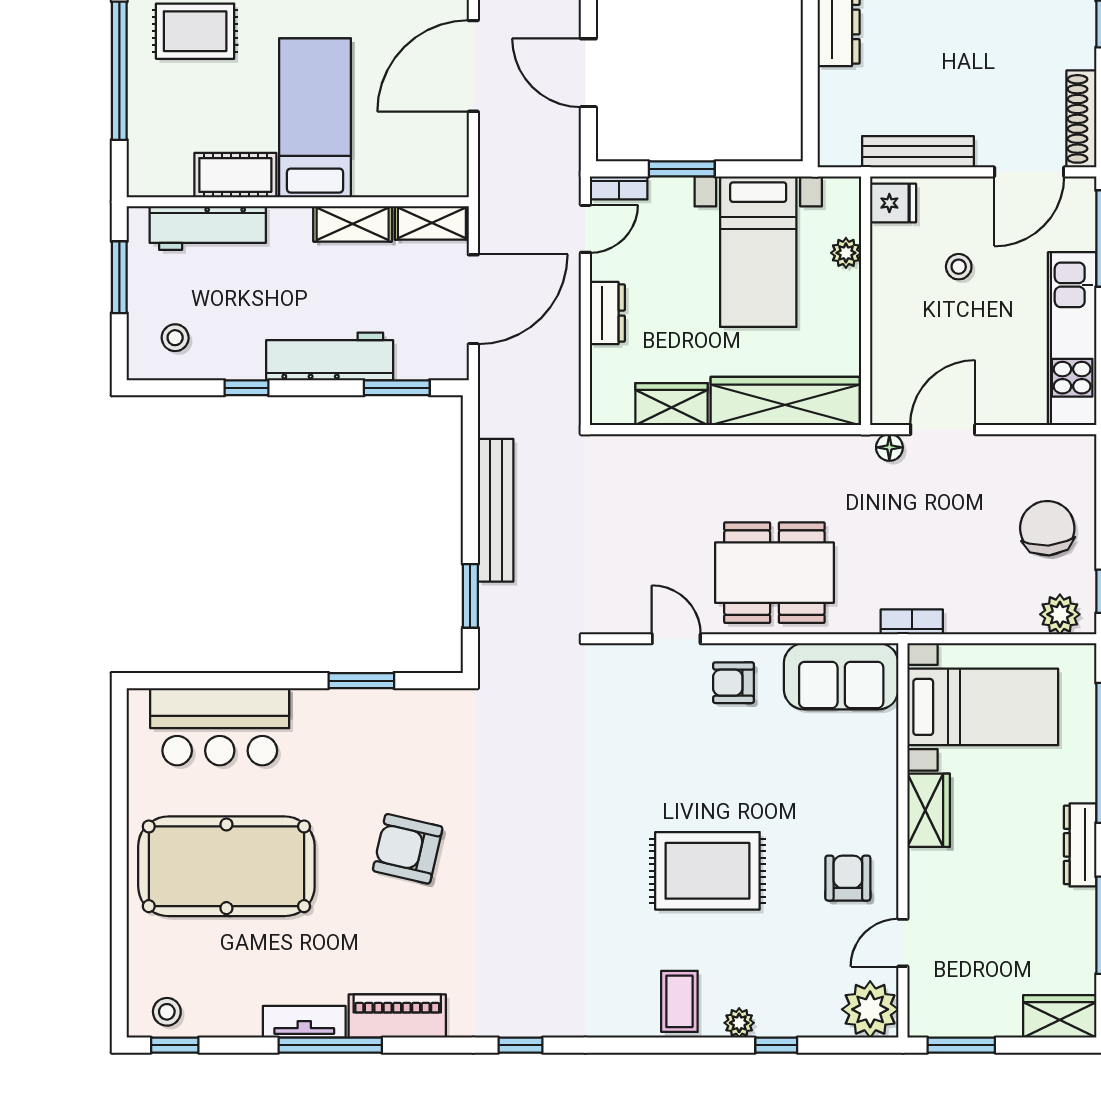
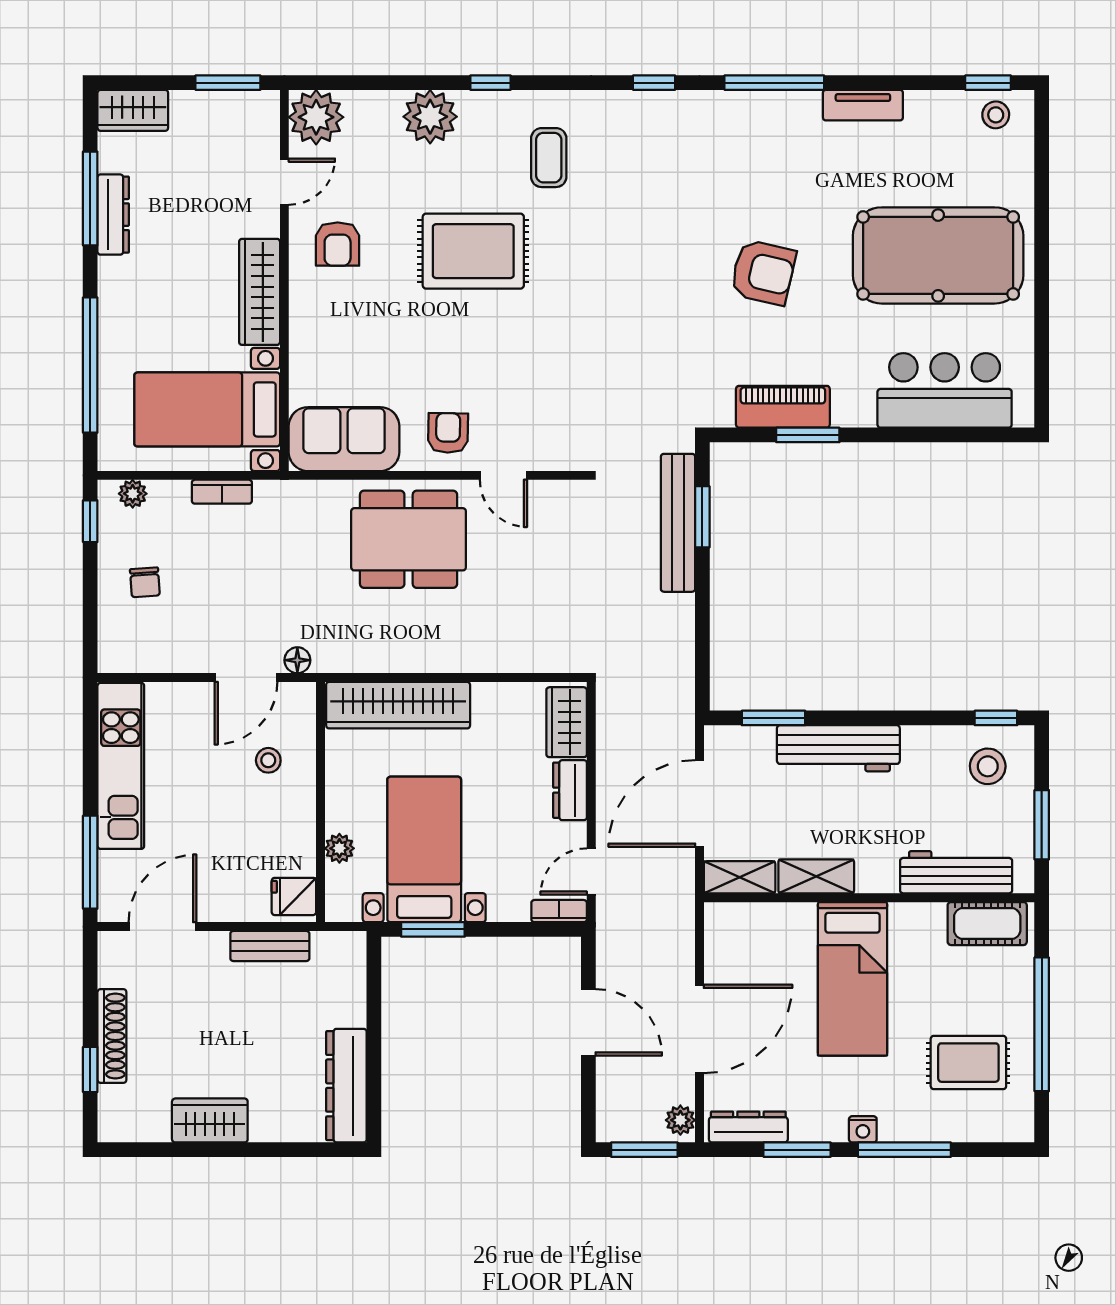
shoe rack: (1081, 119) -> (112, 1036), moved
bench: (918, 152) -> (270, 946), width x0.73
window: (682, 169) -> (433, 929), moved
cot: (235, 175) -> (987, 924), moved
stool: (959, 267) -> (268, 760), moved
stool: (175, 338) -> (988, 766), width x1.37, depth x1.37
window: (246, 388) -> (996, 718), moved
wardrobe: (671, 404) -> (567, 722), moved, turned 90
bench: (496, 510) -> (678, 523), moved
chair: (1047, 528) -> (145, 582), width x0.54, depth x0.54
plant: (1060, 614) -> (133, 494), width x0.73, depth x0.73
bookcase: (912, 622) -> (222, 492), moved
armchair: (733, 683) -> (448, 433), turned -89
wardrobe: (929, 810) -> (260, 292), width x1.50
dresser: (1080, 845) -> (113, 215), moved
coffee table: (679, 1001) -> (549, 158), moved
piano: (397, 1016) -> (783, 407), moved, turned 180
plant: (739, 1023) -> (430, 117), width x1.88, depth x1.88
window: (330, 1045) -> (774, 83), moved
window: (776, 1045) -> (491, 83), moved

